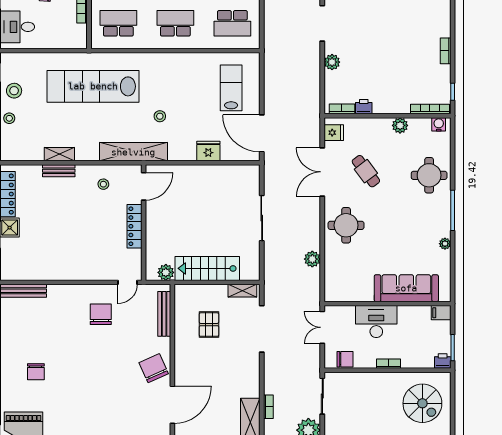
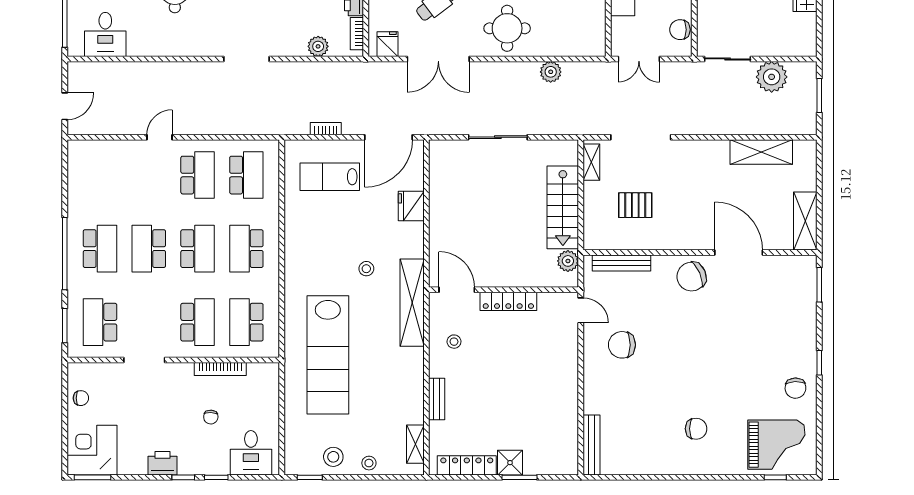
plant: (332, 62) -> (318, 46), moved
shelving: (59, 154) -> (415, 444), moved
chair: (345, 359) -> (680, 30), turned -90
bookcase: (268, 407) -> (326, 129), moved

